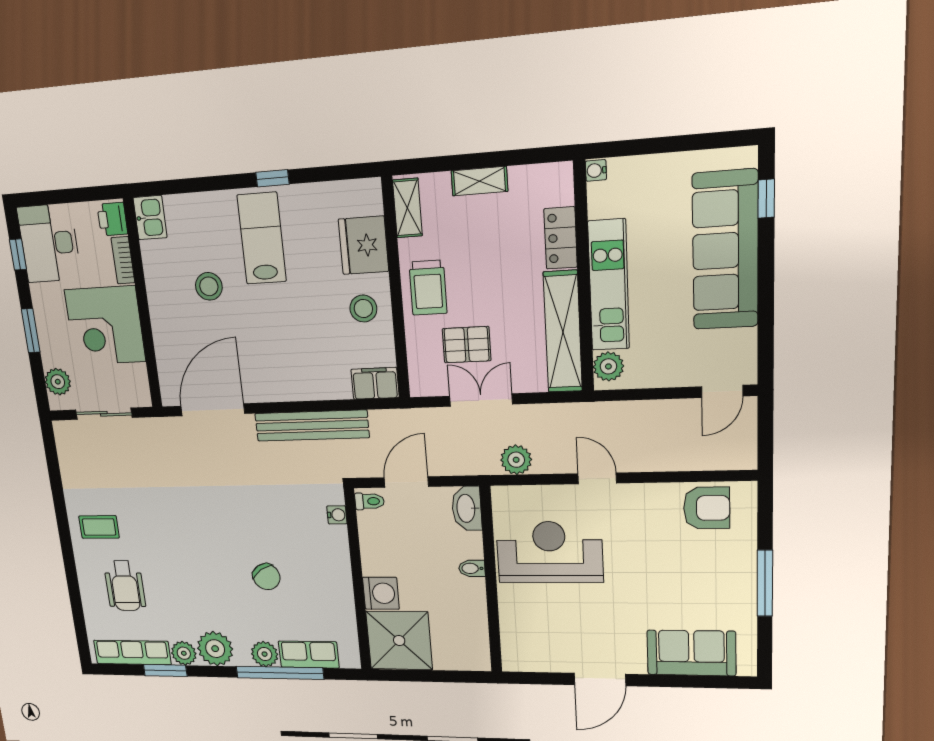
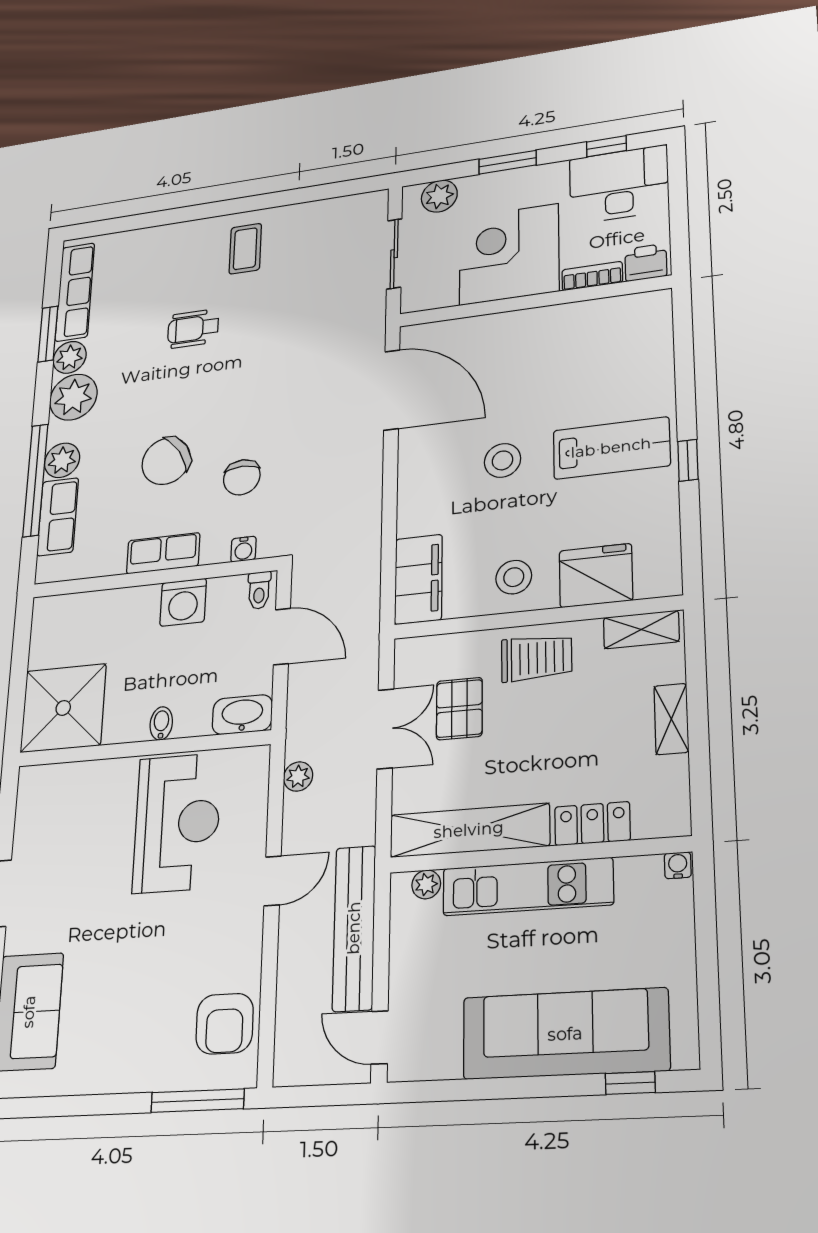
kitchen sink: (150, 218) -> (645, 309), removed
stool: (209, 286) -> (502, 460), moved
trolley: (428, 288) -> (537, 658), turned 180
plant: (608, 366) -> (426, 884), width x0.73, depth x0.73
filing cabinet: (375, 383) -> (418, 579), width x1.50, depth x1.17
bench: (312, 426) -> (354, 928), moved
plant: (516, 460) -> (298, 777), width x0.73, depth x0.73
chair: (280, 519) -> (242, 477), added
row of seats: (339, 575) -> (163, 553), added
chair: (266, 577) -> (166, 461), width x1.37, depth x1.37
window: (765, 583) -> (197, 1101), moved
wheelchair: (125, 586) -> (193, 329), moved, width x0.73, depth x0.73
washing machine: (381, 593) -> (183, 602), moved
shower: (399, 640) -> (63, 708), moved

